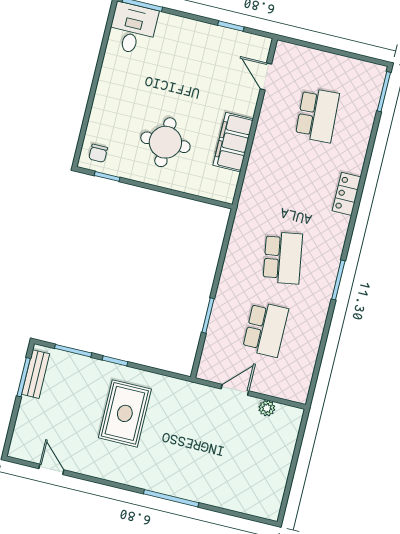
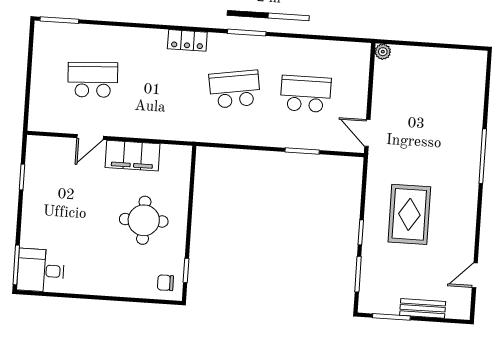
door: (266, 76) -> (90, 137), moved
chair: (98, 153) -> (165, 283), turned 180
locker: (347, 194) -> (187, 40), moved
bench: (36, 374) -> (423, 308), moved
door: (235, 390) -> (367, 133), moved
plant: (267, 408) -> (383, 52), moved
rug: (125, 413) -> (409, 214), turned 90

